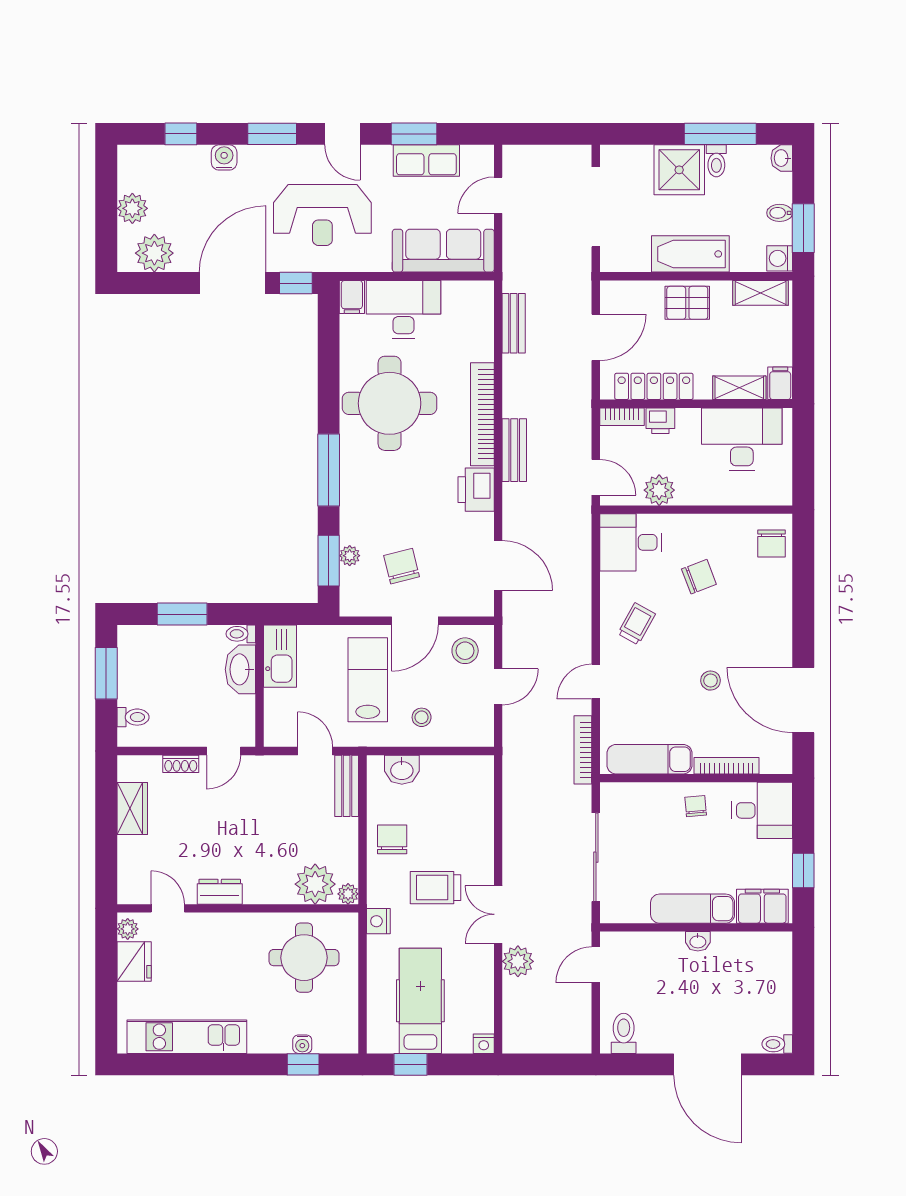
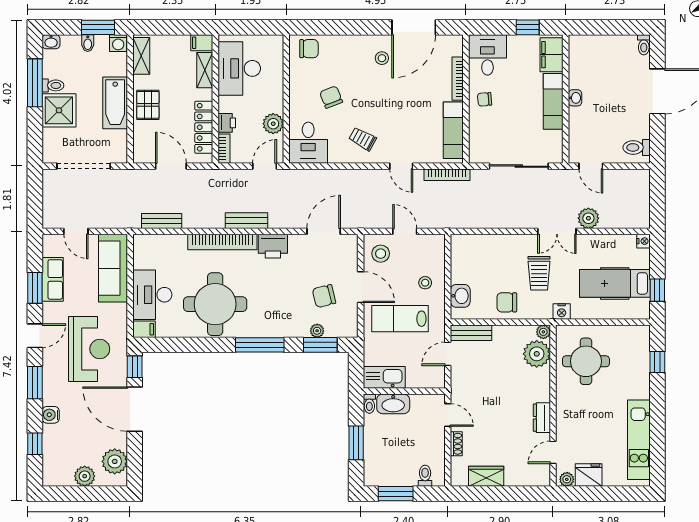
stool: (711, 681) -> (382, 58), moved
water cooler: (302, 1044) -> (644, 362), removed

